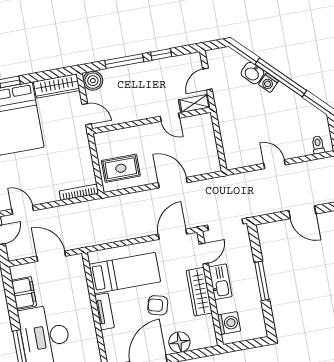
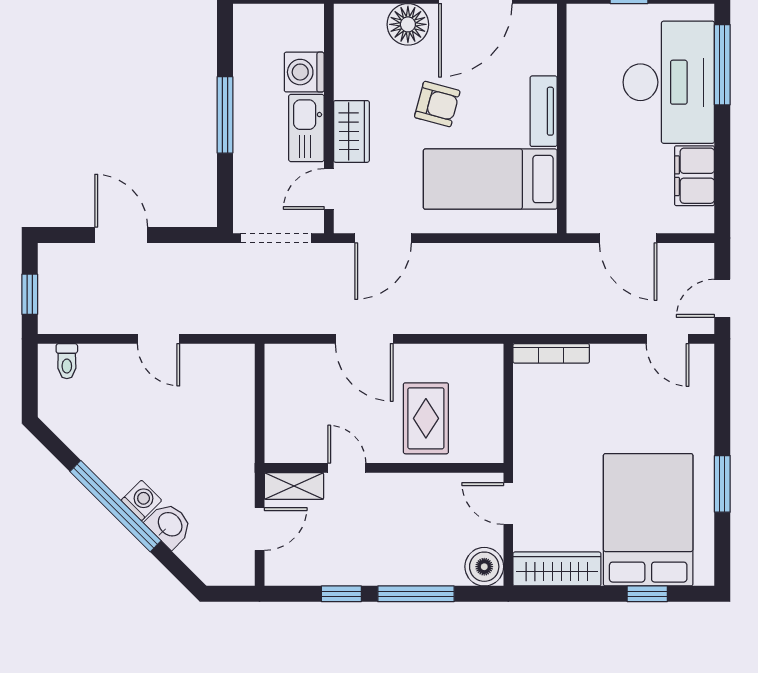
rug: (121, 168) -> (426, 418), moved, turned 90
wardrobe: (199, 292) -> (351, 131), width x0.67
washing machine: (229, 323) -> (304, 72), moved

